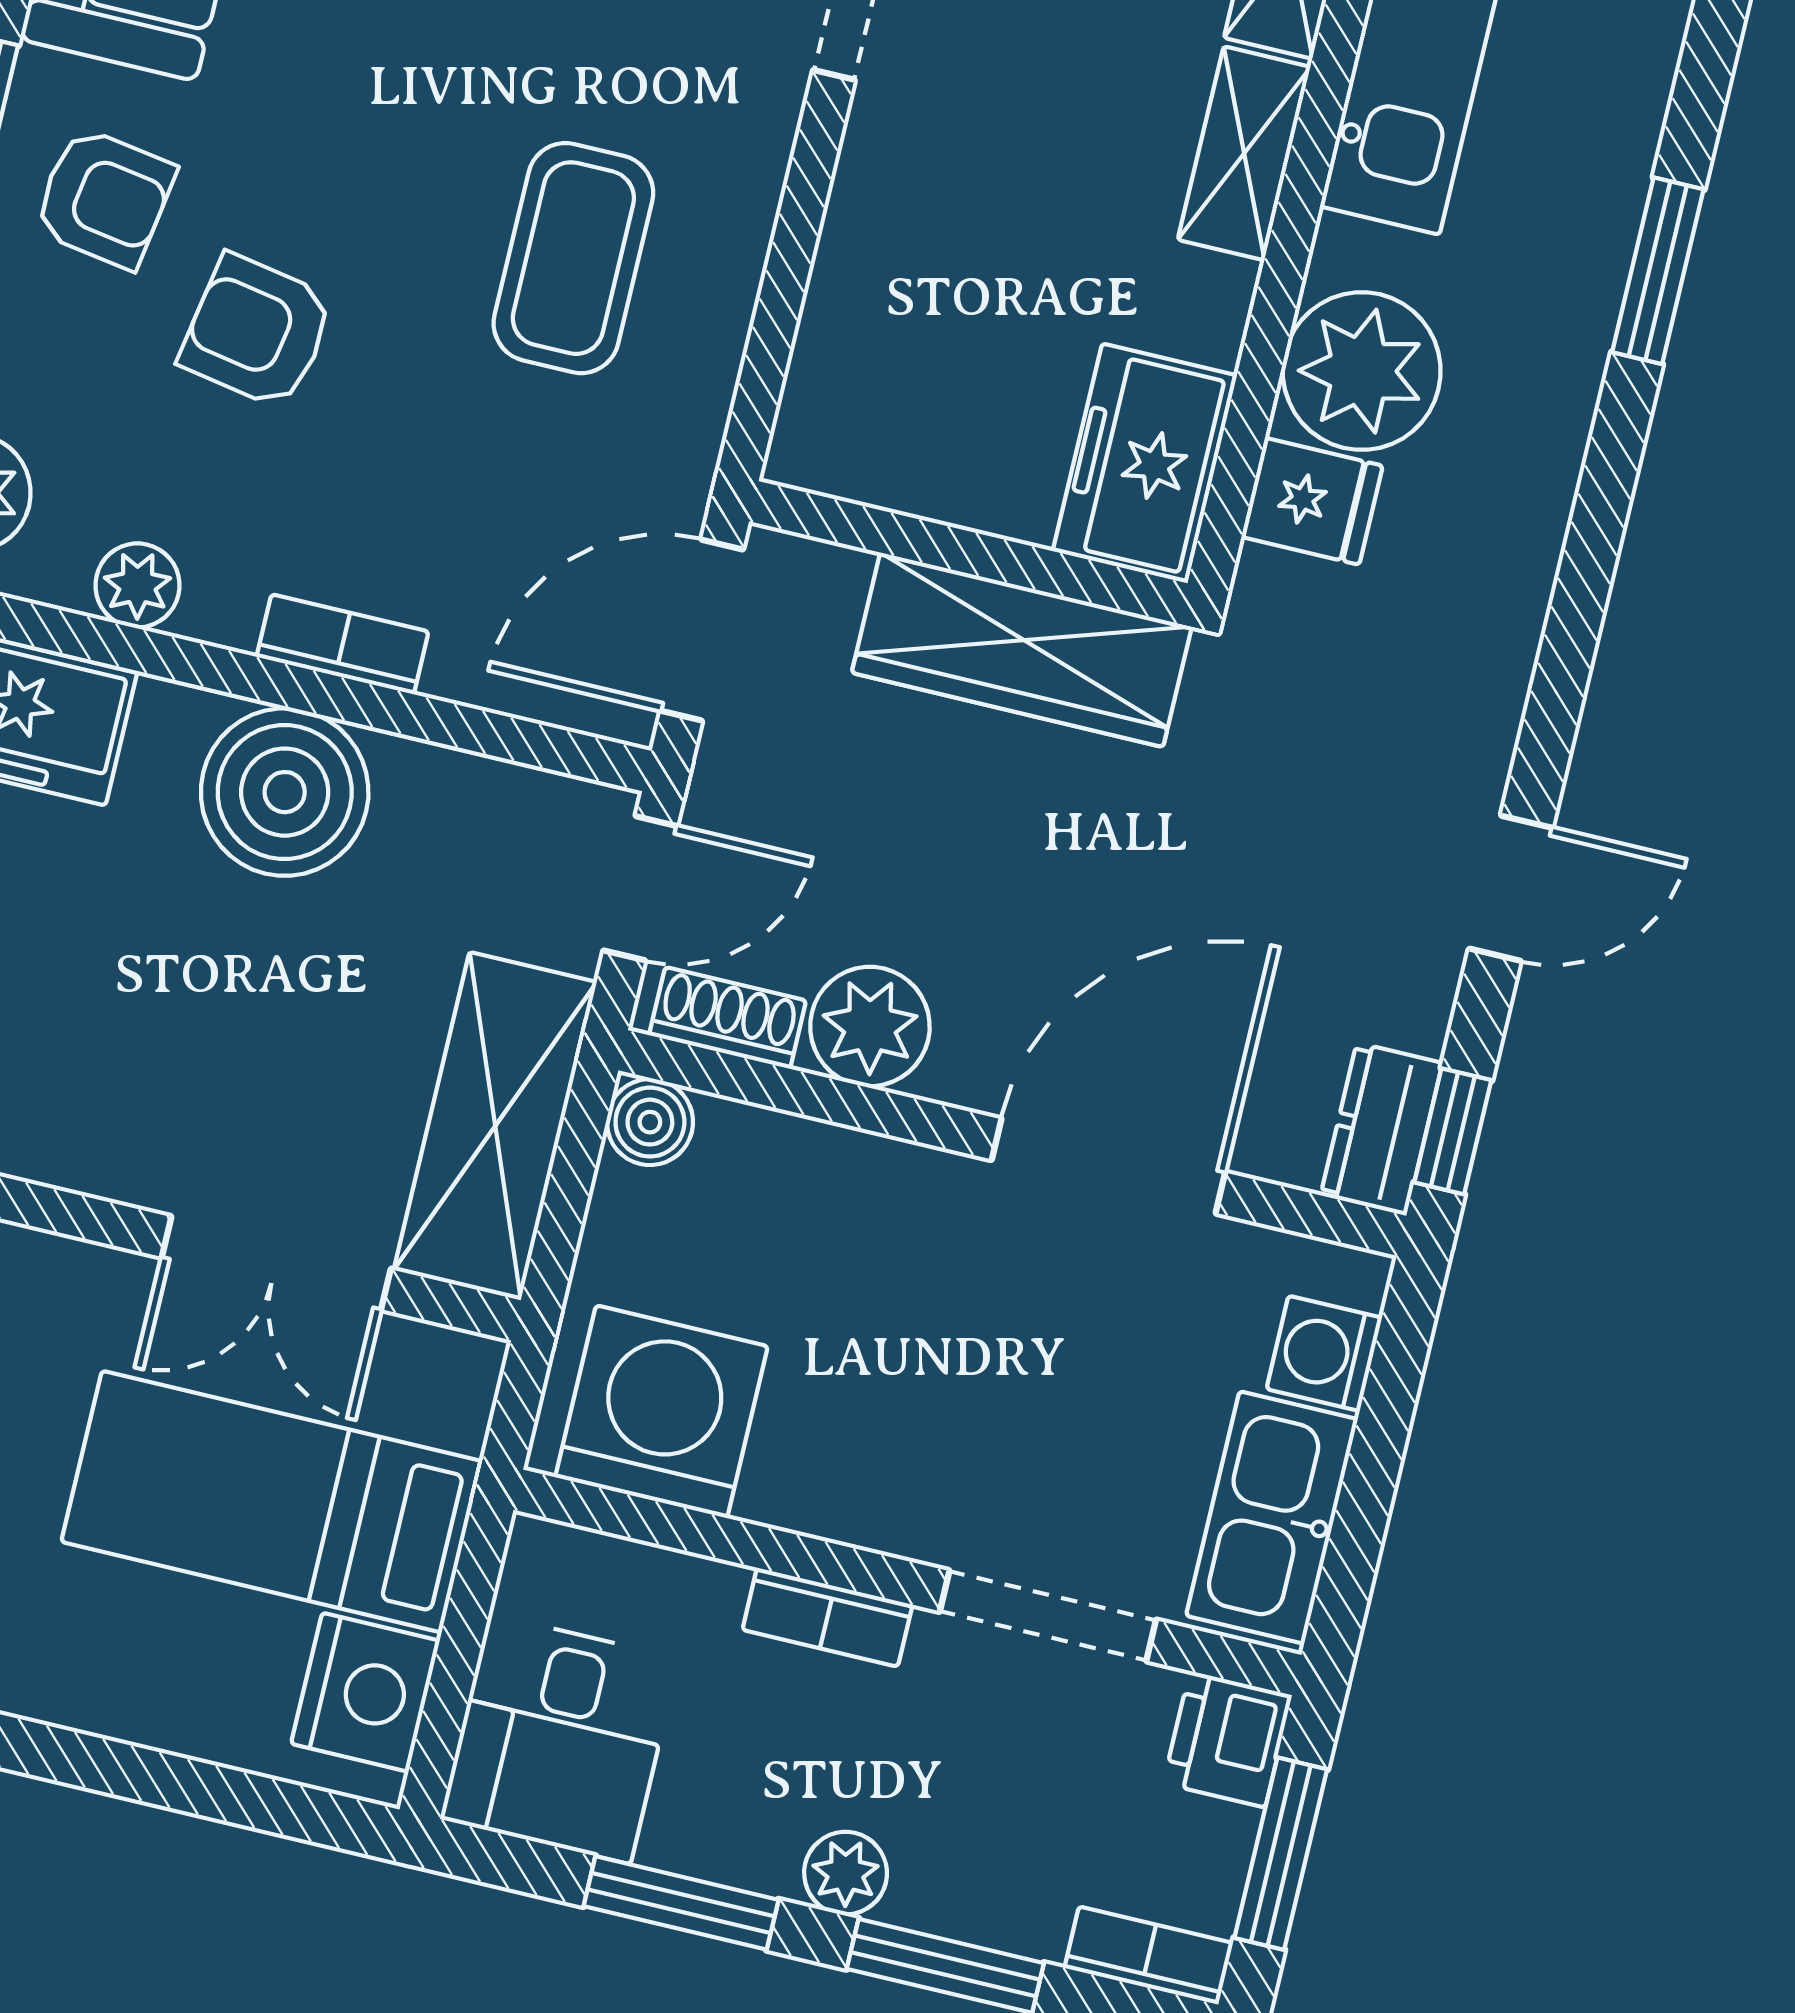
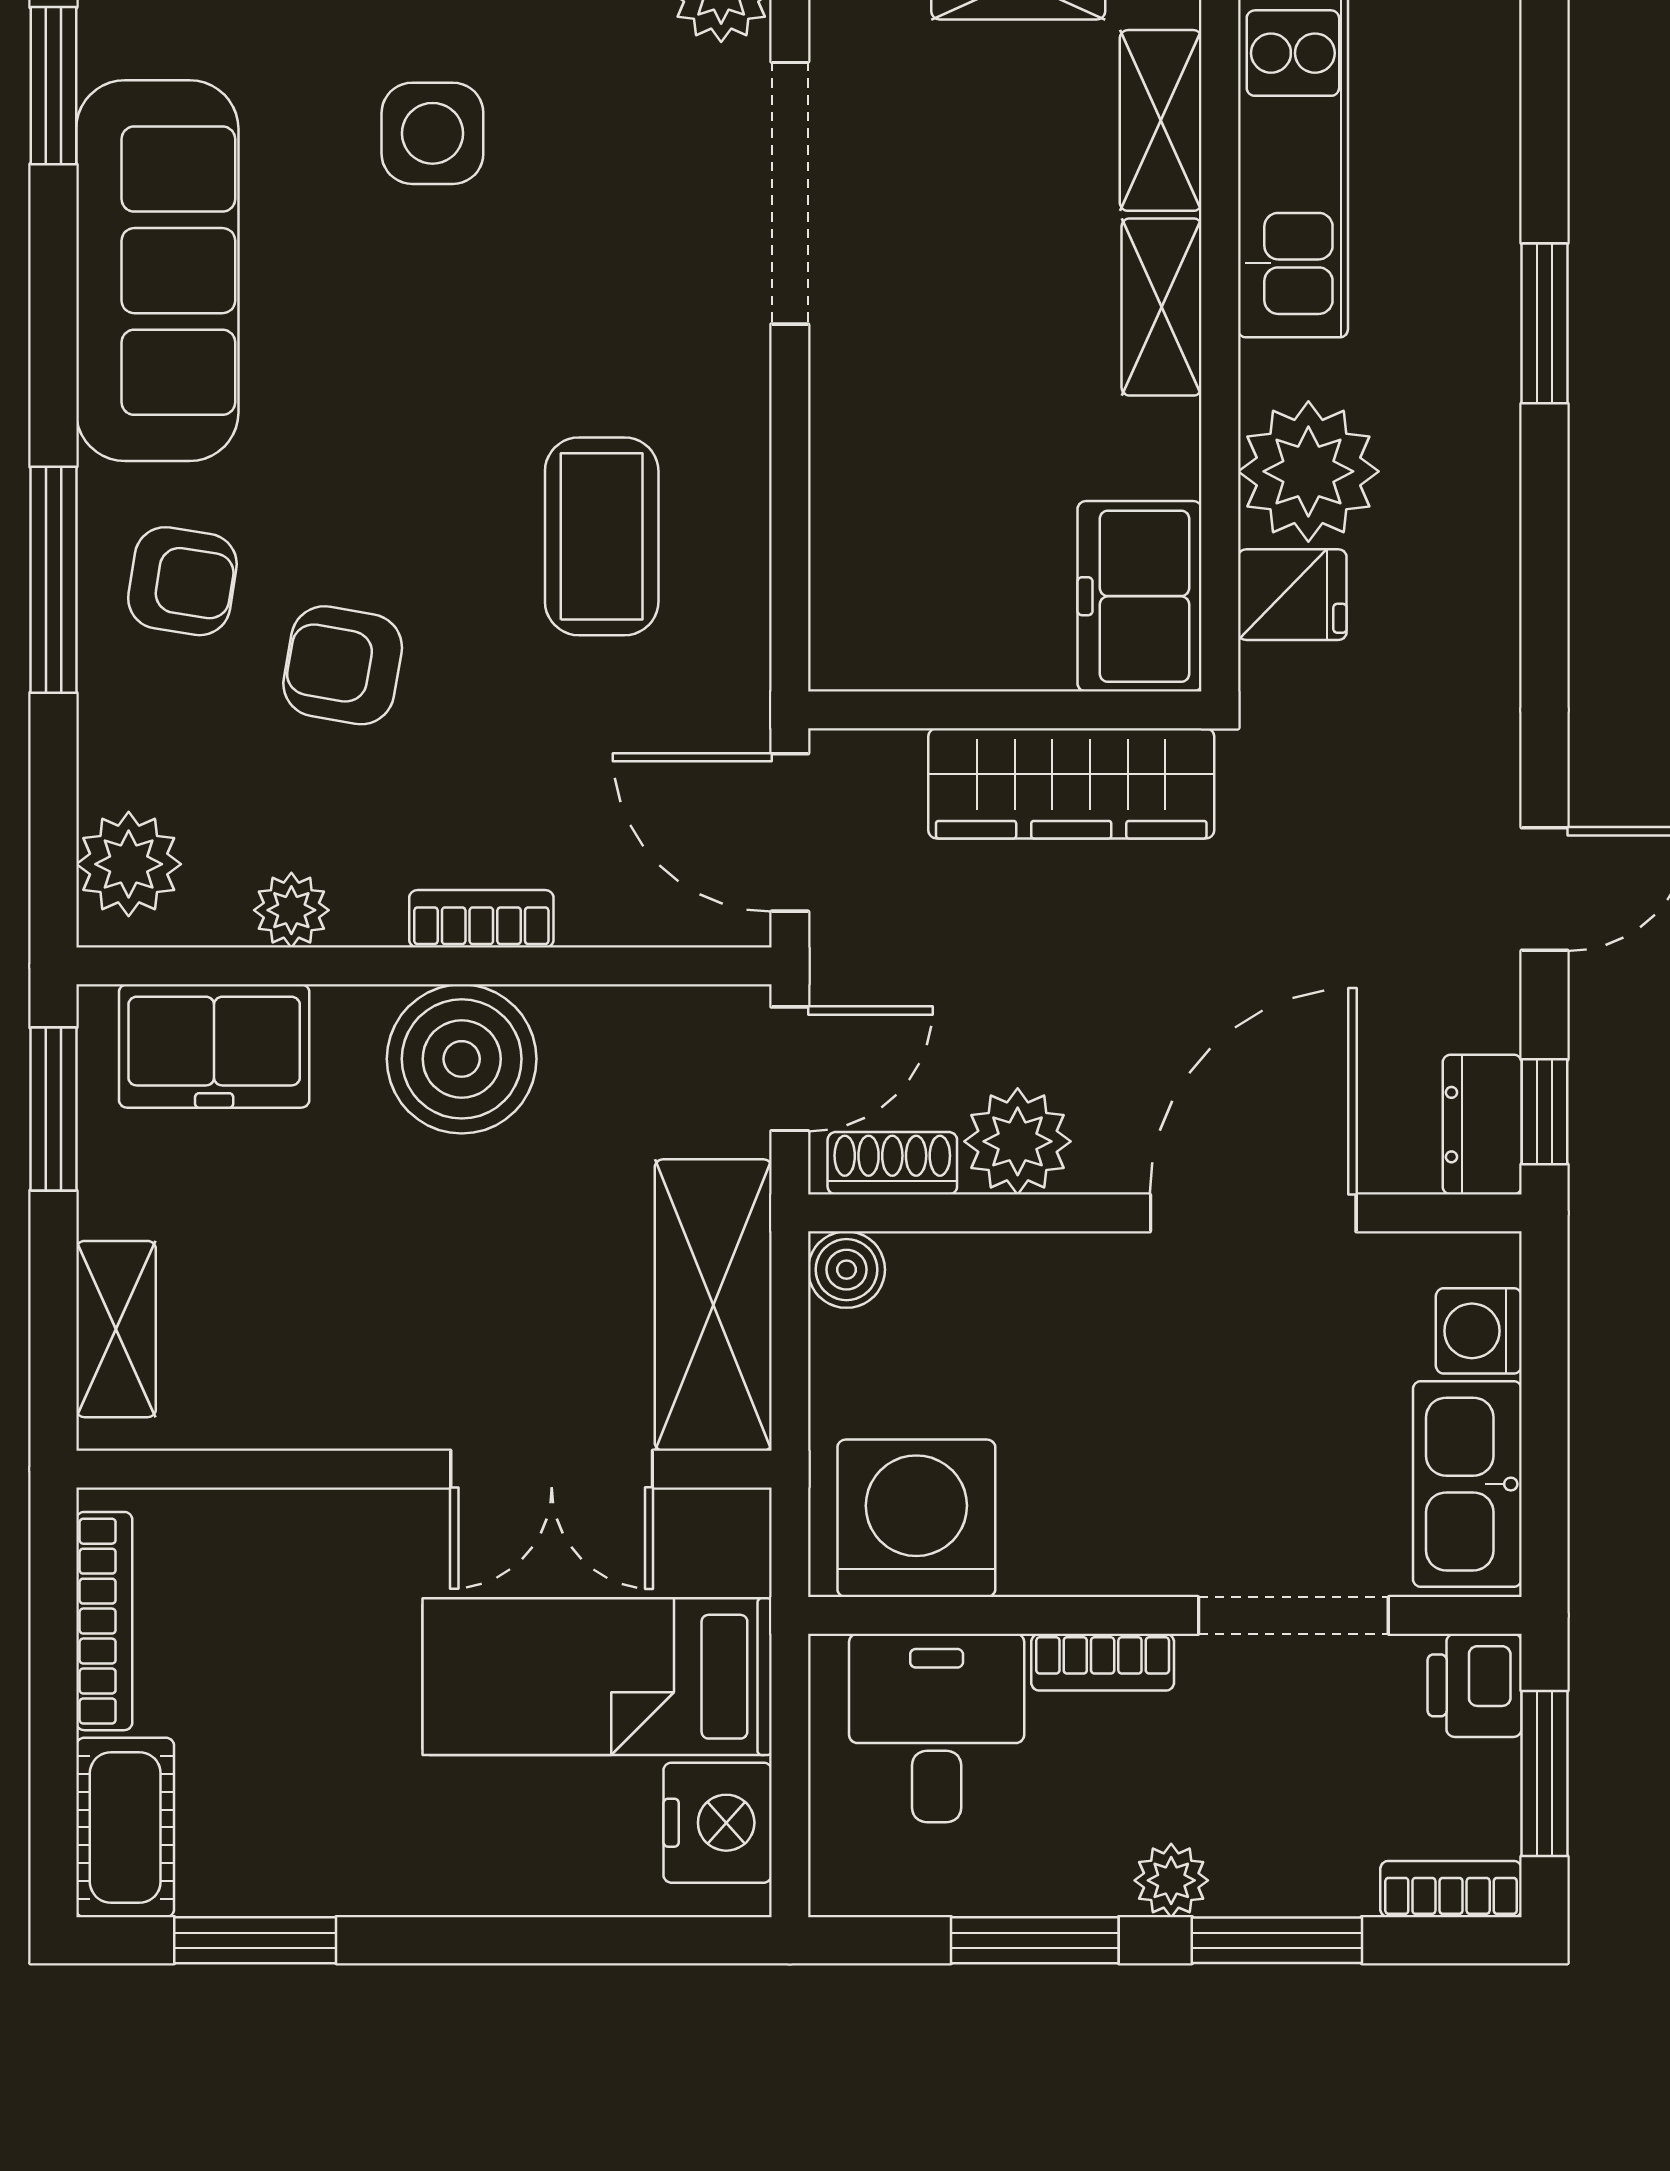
door: (702, 630) -> (790, 832), hinge flipped
desk: (560, 1739) -> (937, 1728), moved, turned 180

